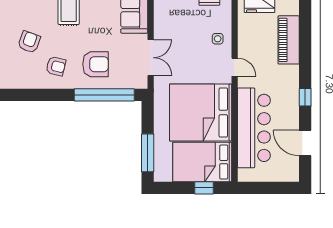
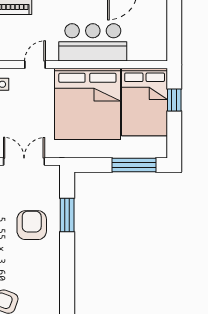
armchair: (56, 66) -> (34, 271), removed
window: (104, 95) -> (67, 215), width x0.47
bar counter: (254, 128) -> (93, 42), width x0.73

